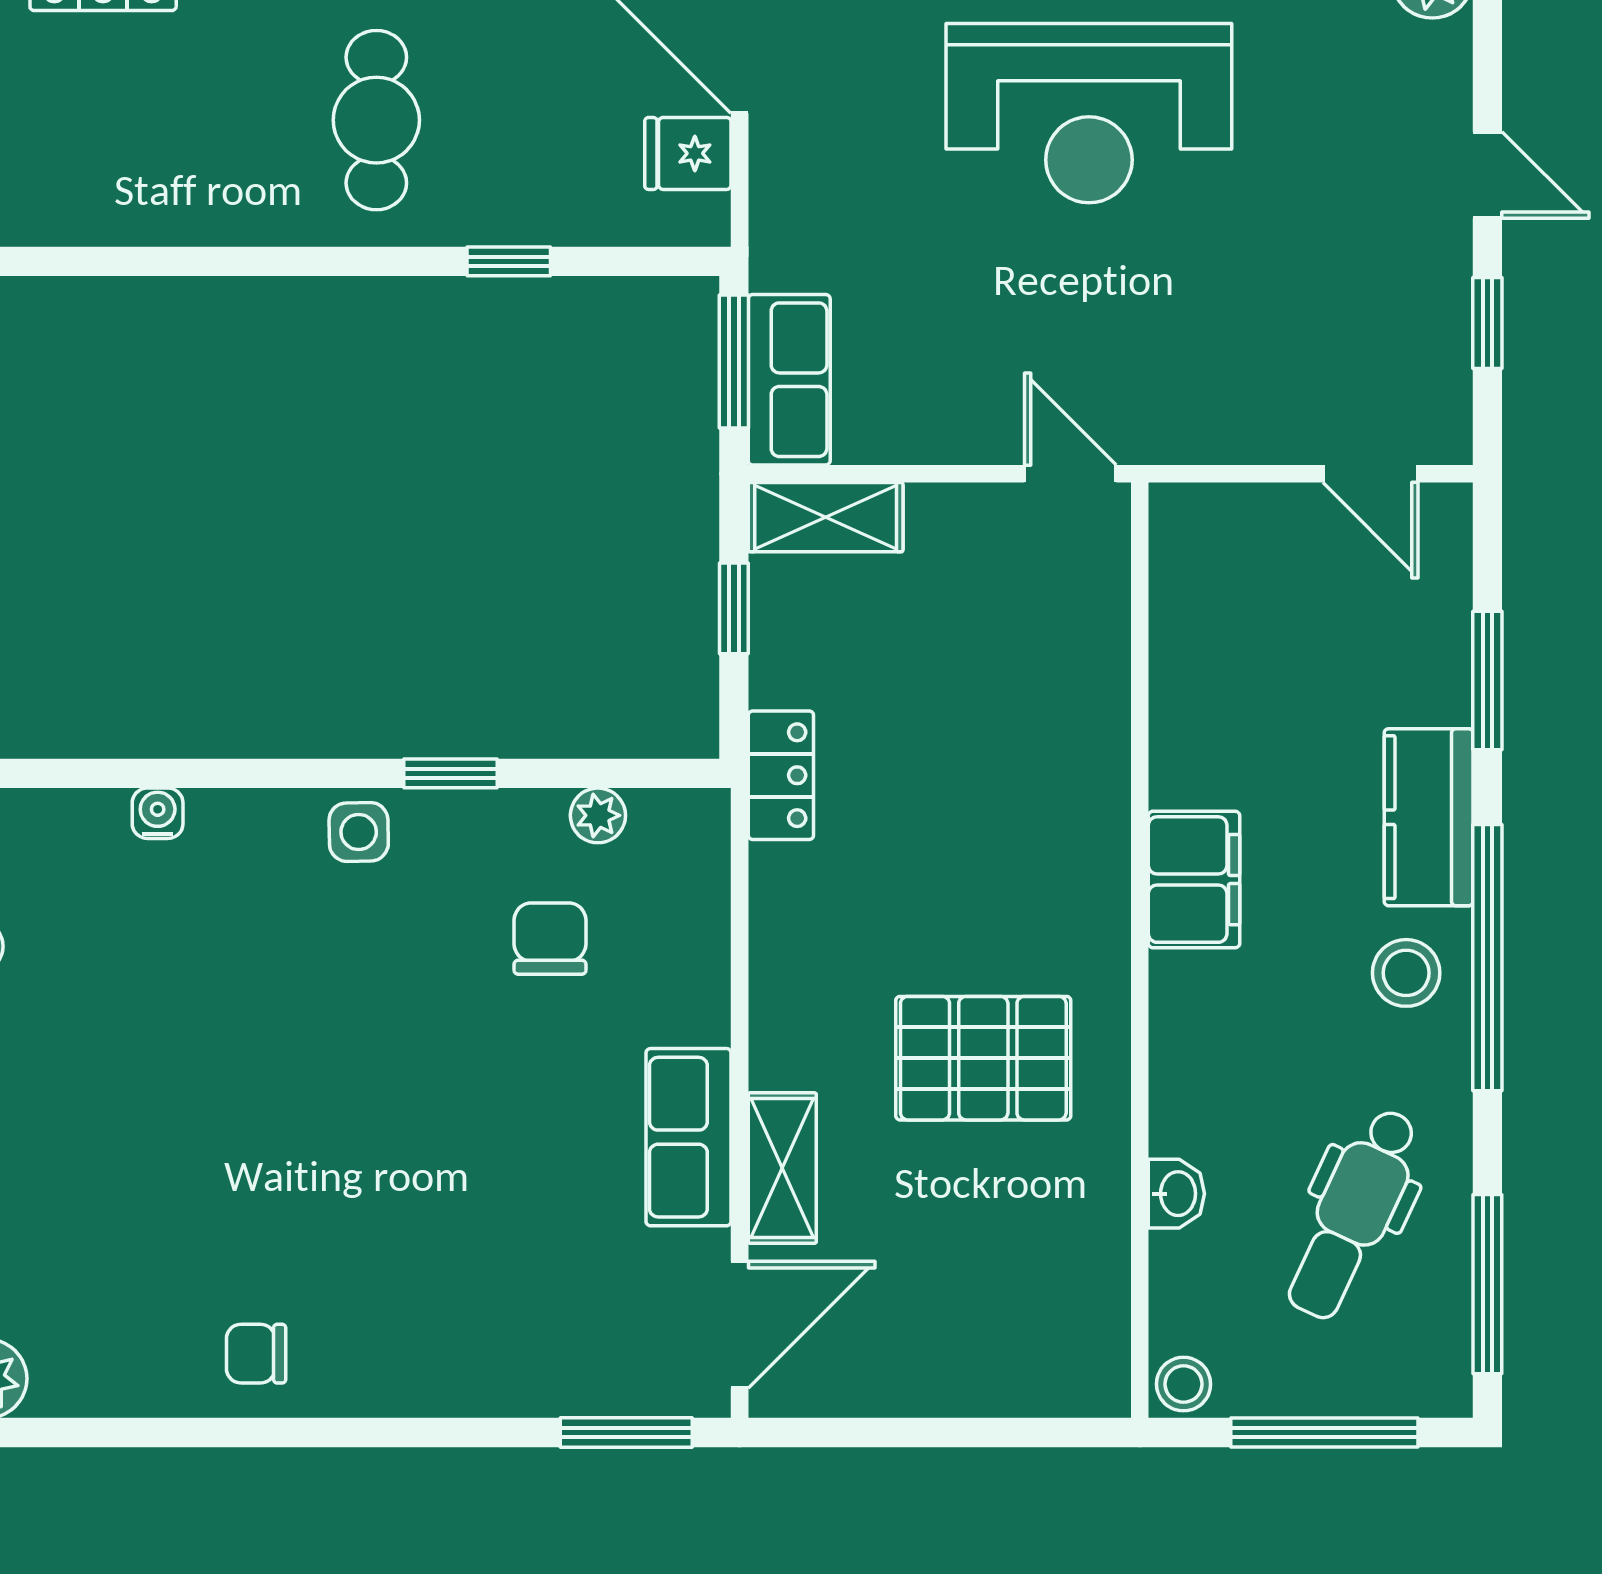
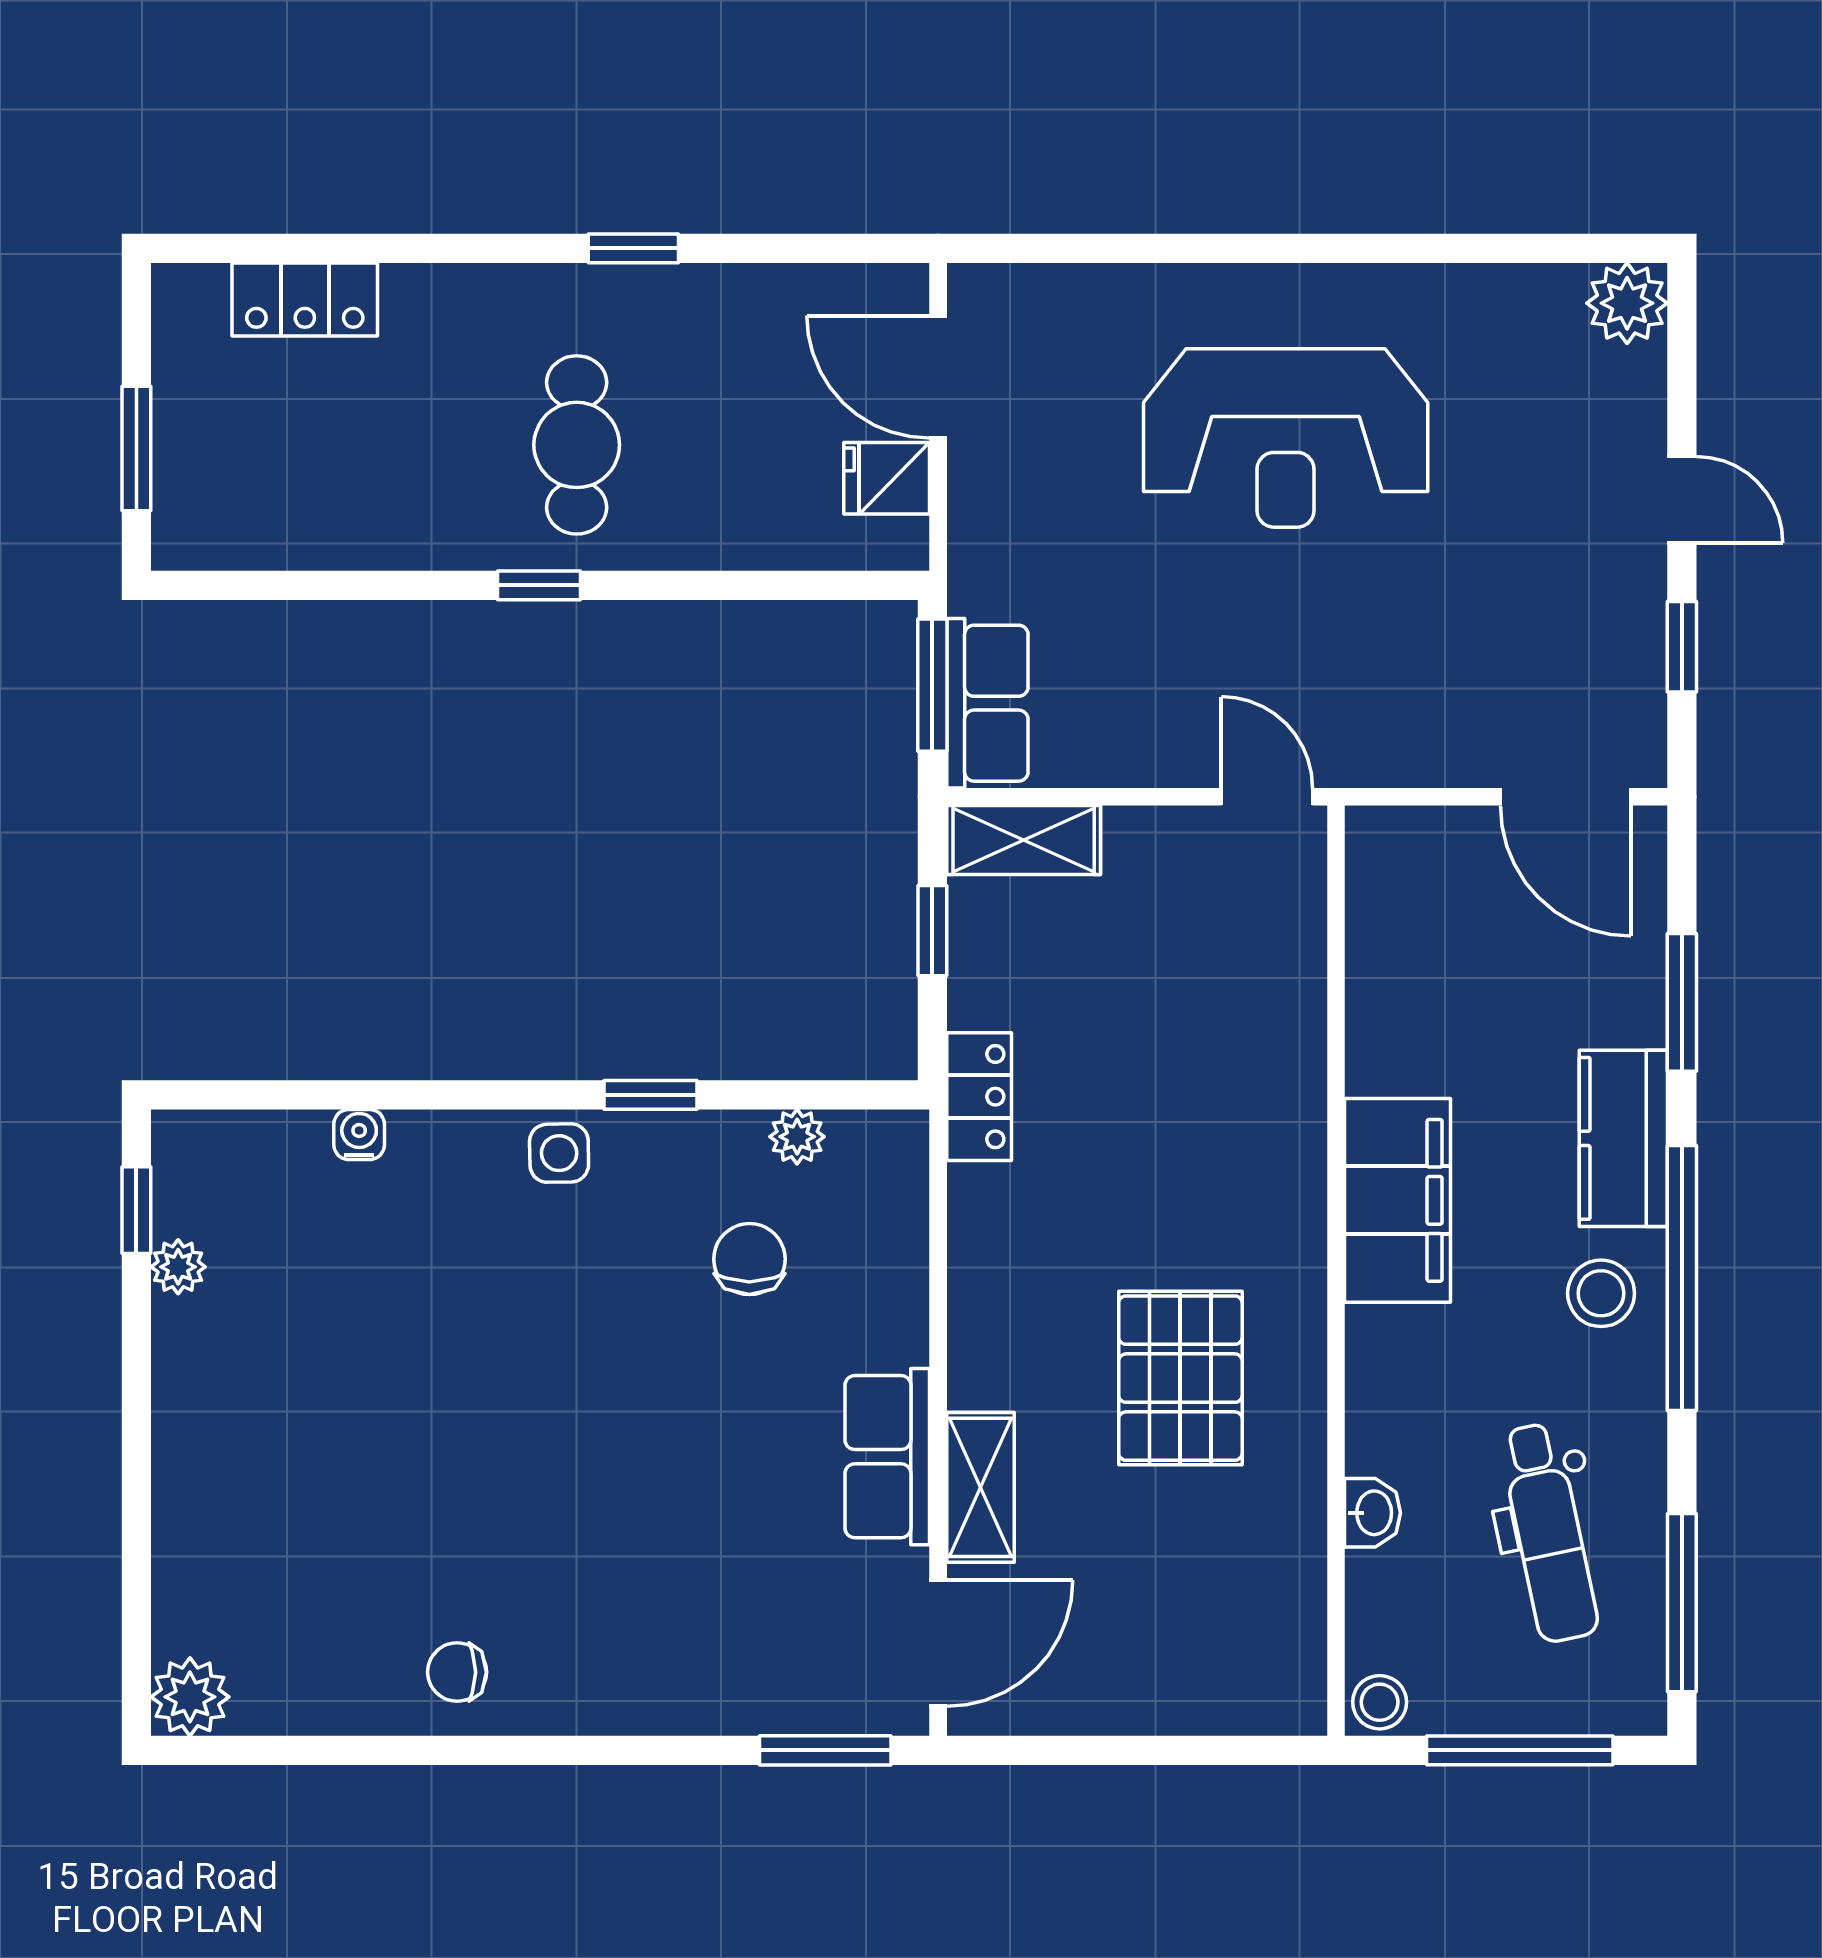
window: (509, 261) -> (539, 585), moved
door: (1370, 474) -> (1566, 797), width x1.38
filing cabinet: (1194, 880) -> (1398, 1200), width x1.50, depth x1.17
pallet: (983, 1058) -> (1180, 1378), turned 90
dental chair: (1353, 1214) -> (1549, 1533), turned -37

